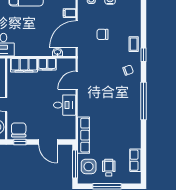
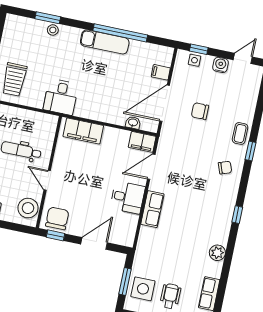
filing cabinet: (47, 64) -> (142, 142), moved
window: (143, 101) -> (237, 215), width x0.32
plant: (135, 131) -> (217, 253), added
row of seats: (84, 135) -> (152, 209), moved, width x0.68
door: (48, 142) -> (94, 243), swing flipped
window: (75, 164) -> (125, 282), width x0.69

